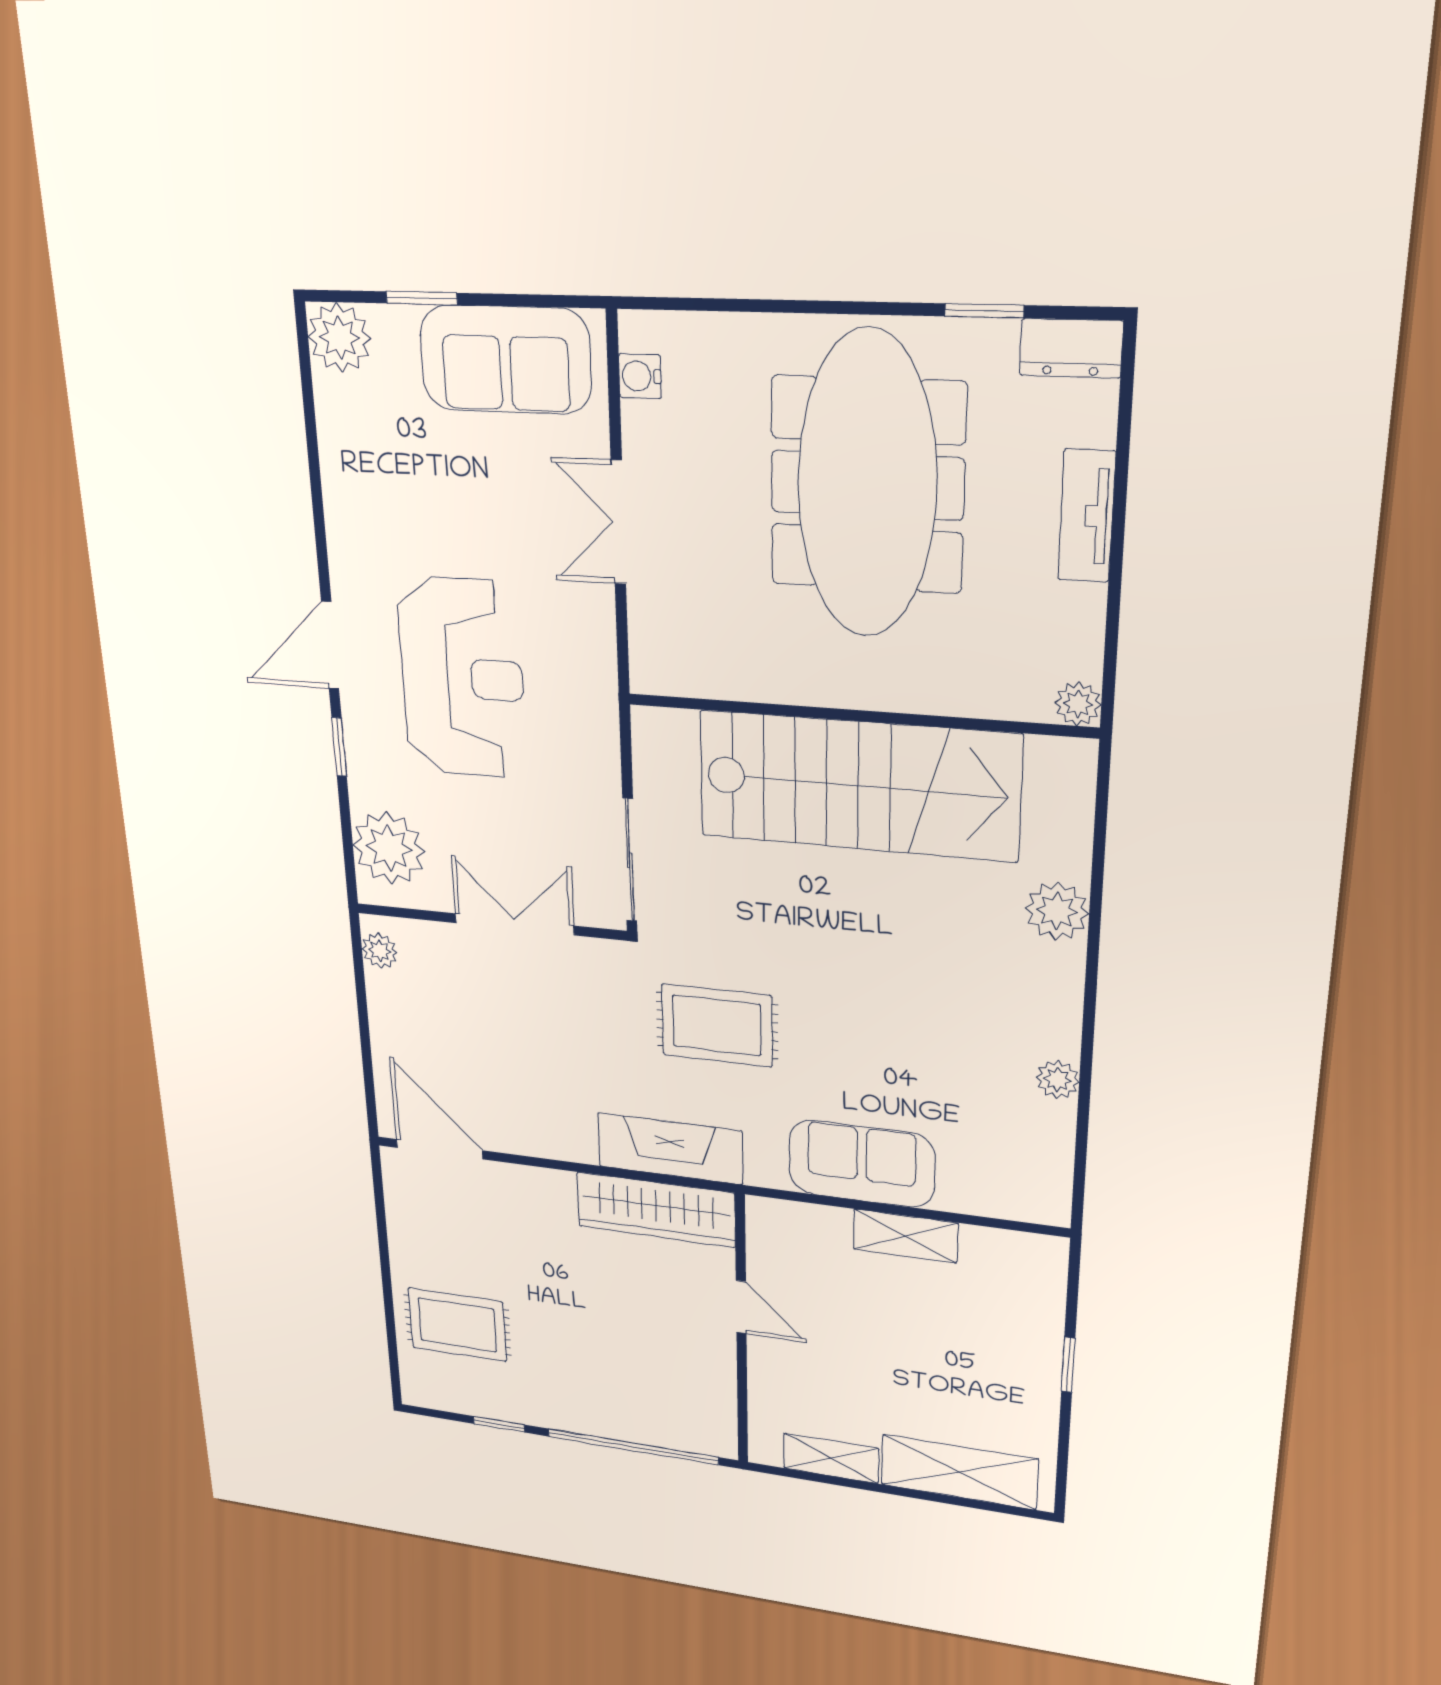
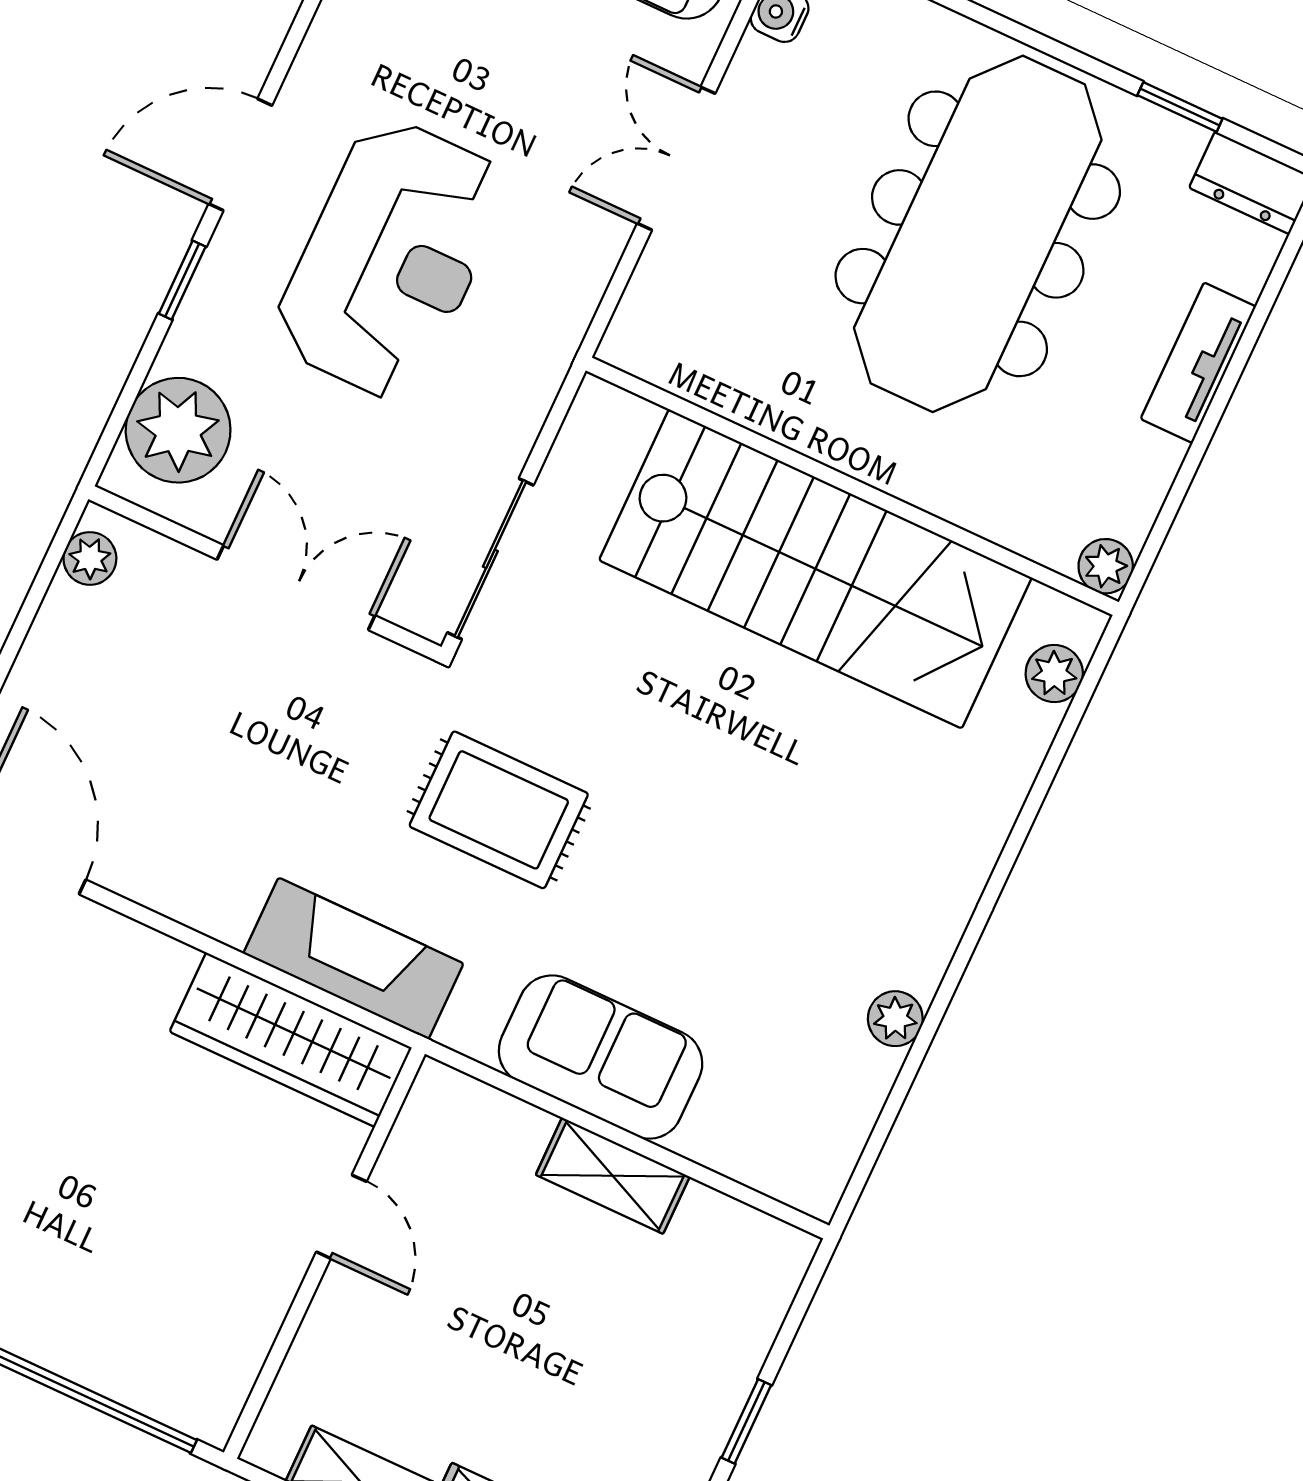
plant: (1057, 911) -> (1054, 673), moved, width x0.73, depth x0.73

